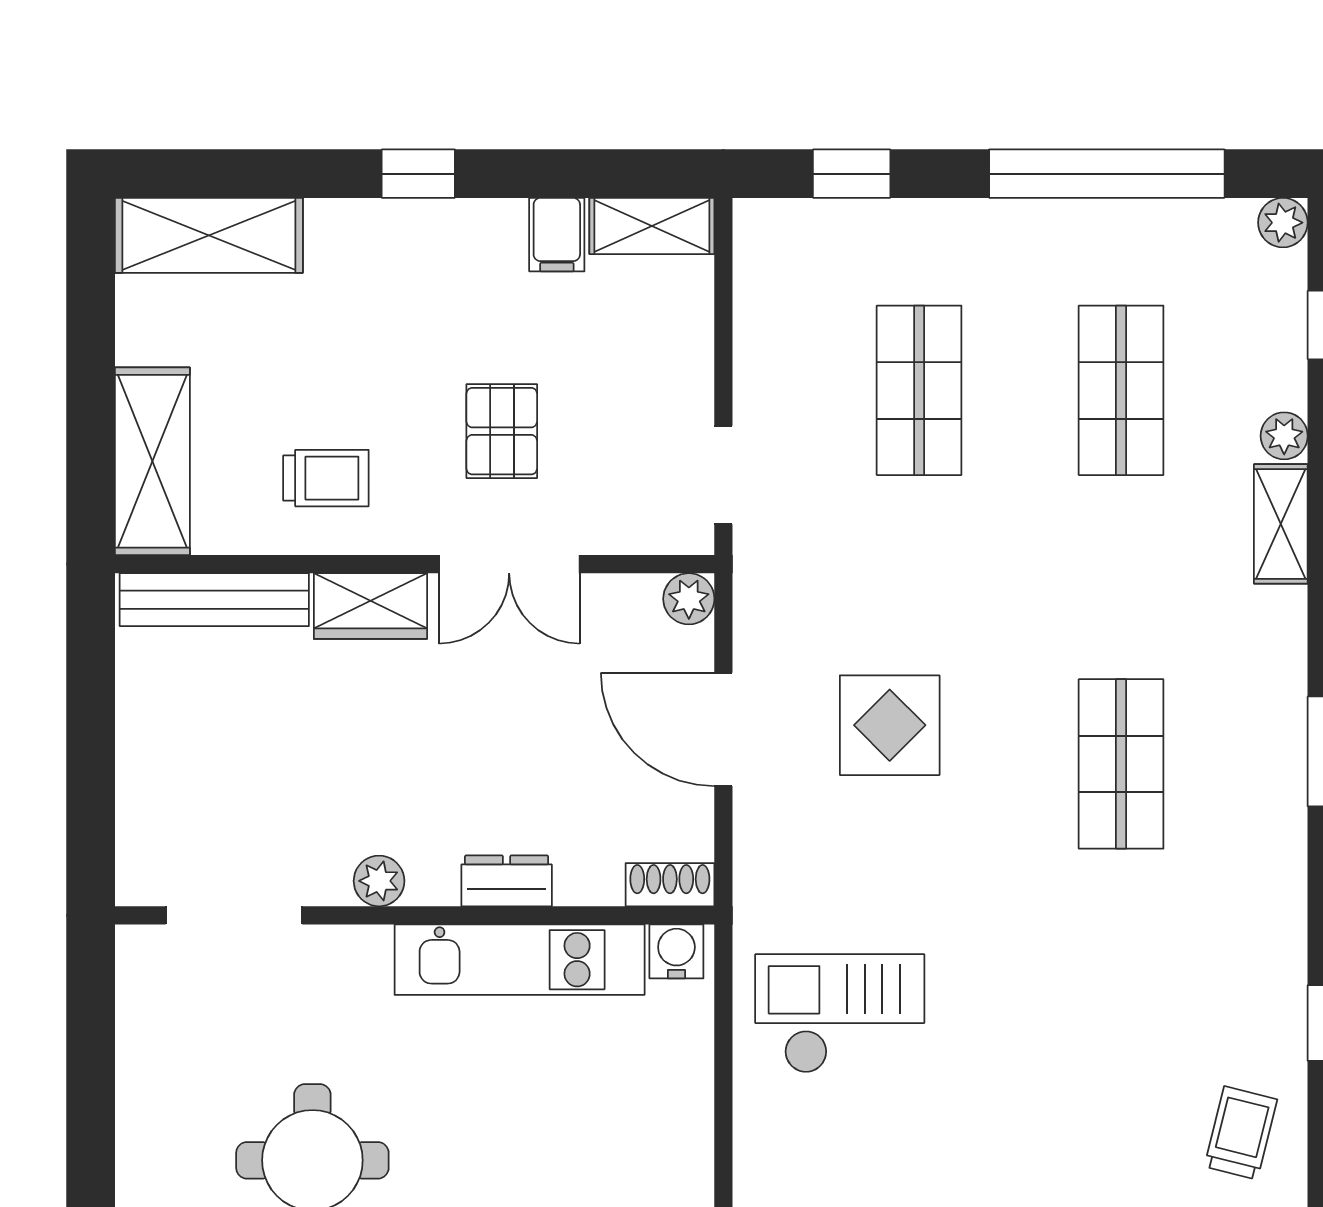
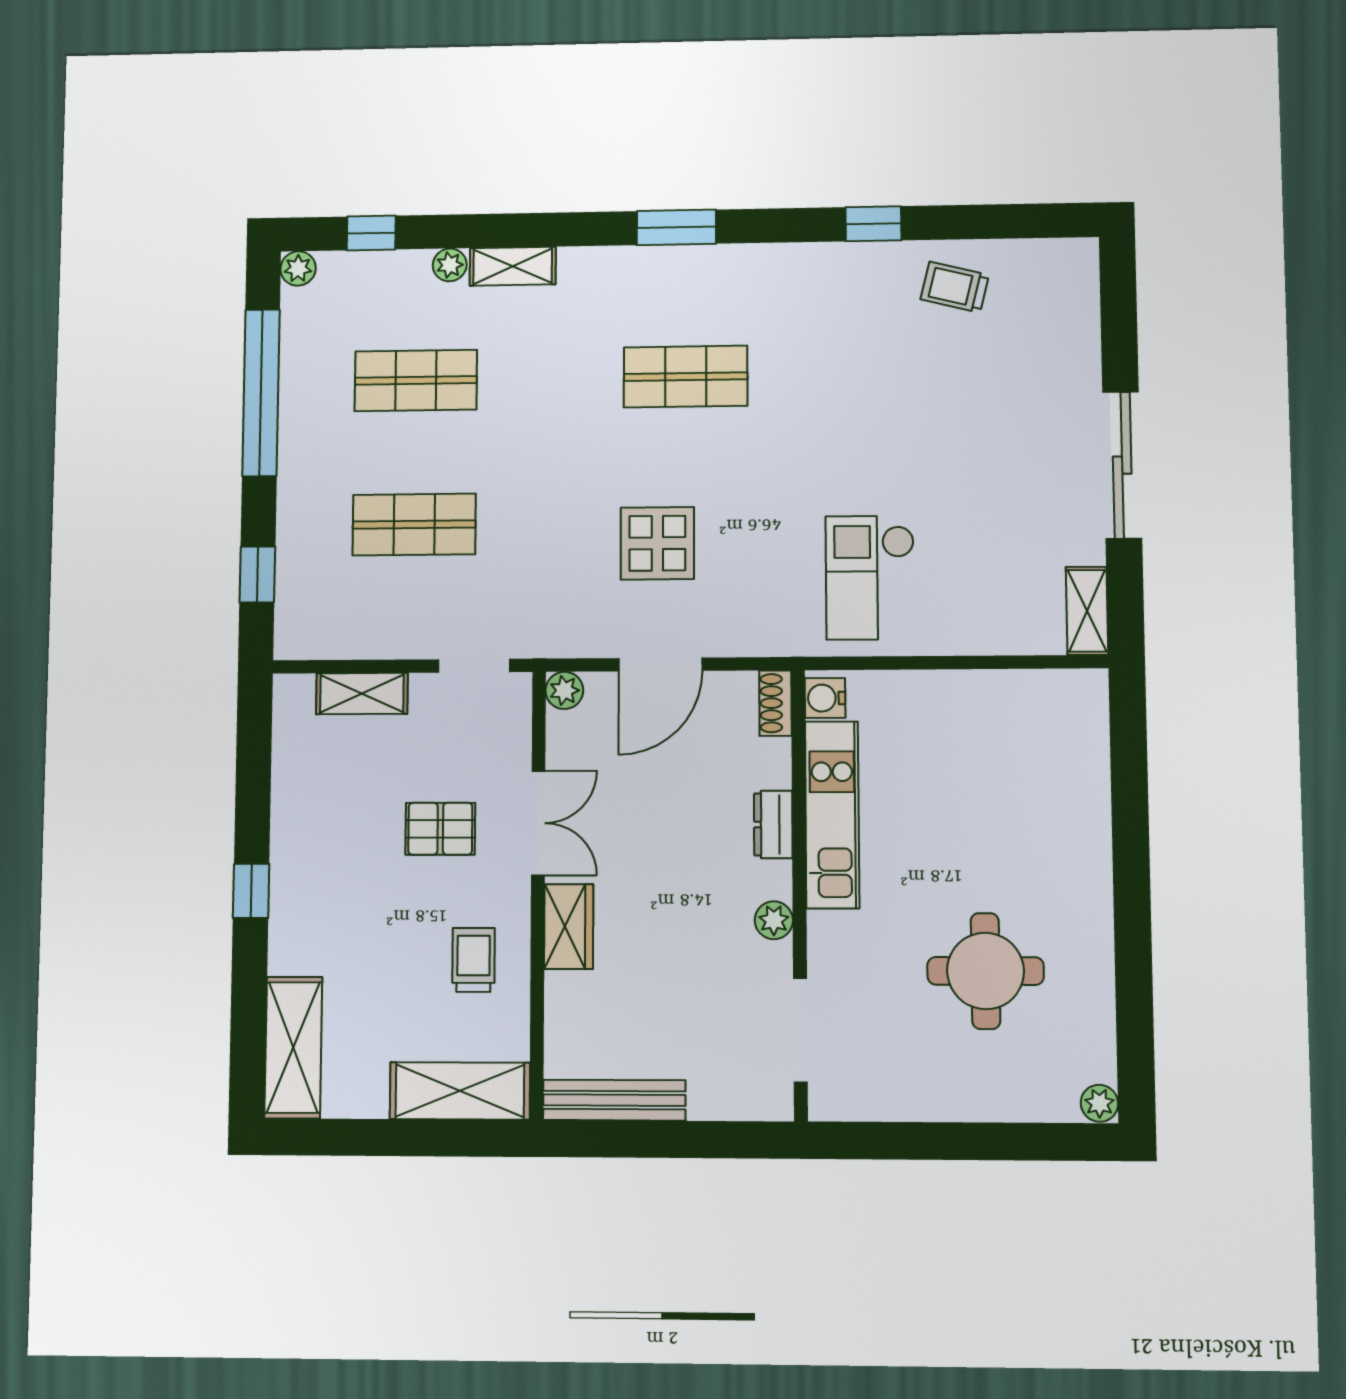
shelving: (652, 226) -> (362, 694), moved, turned 90
filing cabinet: (557, 235) -> (297, 789), removed
bench: (214, 600) -> (614, 1100), moved, turned 90

